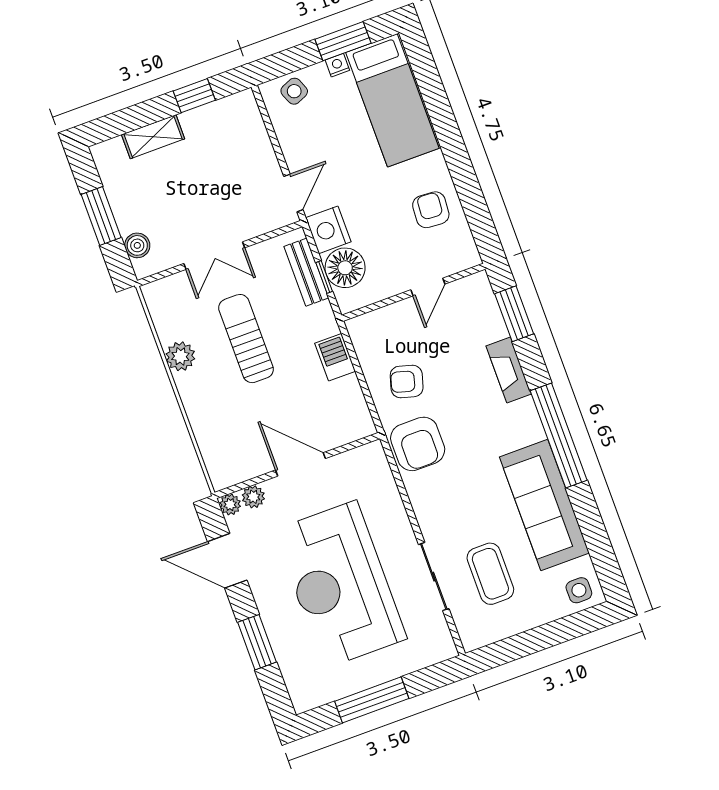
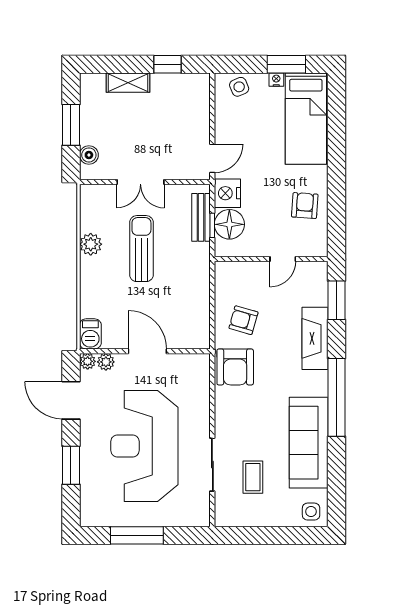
barbecue: (335, 357) -> (90, 334), moved, turned 180
fireplace: (509, 370) -> (315, 338), width x1.37, depth x1.32
coffee table: (490, 574) -> (253, 477), width x0.73, depth x0.77

